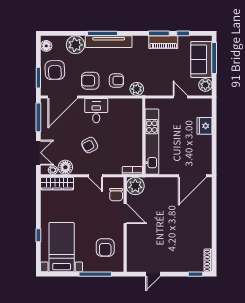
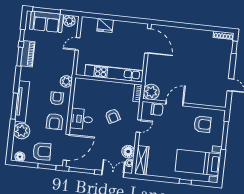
door: (63, 97) -> (66, 147), hinge flipped
armchair: (90, 145) -> (113, 116), moved

